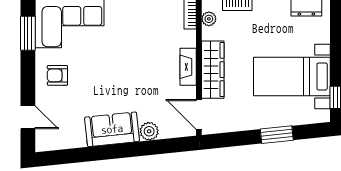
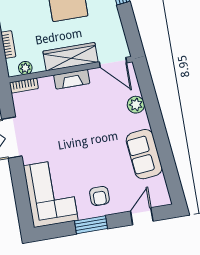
window: (28, 33) -> (91, 225), moved
door: (199, 114) -> (113, 62), hinge flipped
sofa: (112, 129) -> (144, 154), moved

